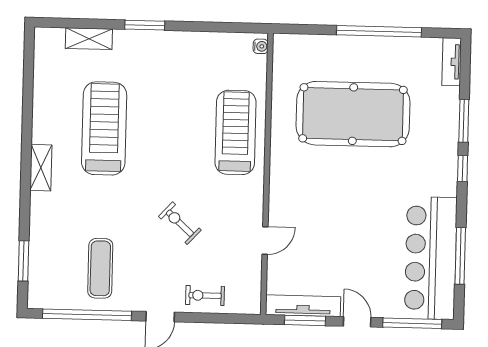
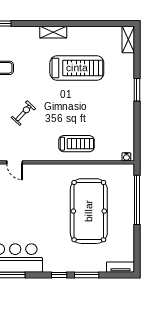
window: (379, 31) -> (137, 200), moved
shelving: (89, 39) -> (128, 40), moved
treadmill: (235, 132) -> (76, 144), width x0.73, depth x0.73

